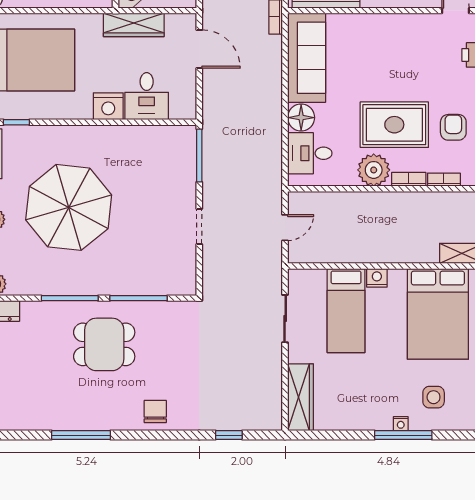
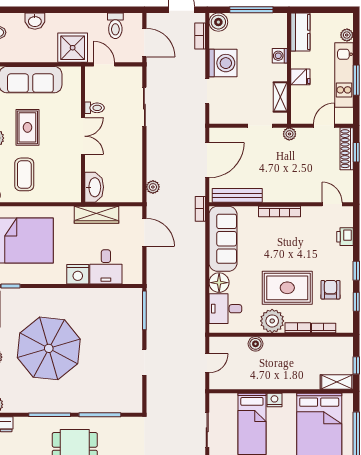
bookcase: (384, 20) -> (279, 211), added
boiler: (351, 201) -> (256, 344), added

